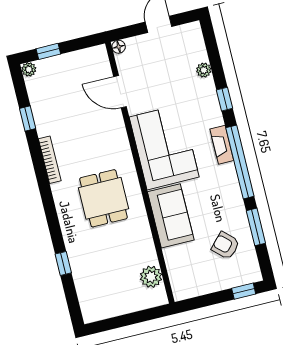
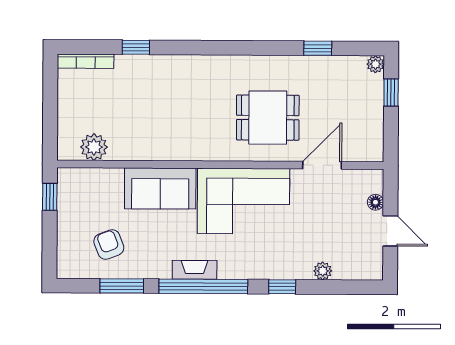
floor lamp: (119, 47) -> (375, 202), moved
fireplace: (222, 145) -> (195, 270), moved
bookcase: (50, 160) -> (86, 61), moved
dining table: (103, 198) -> (268, 118), moved
armchair: (225, 245) -> (109, 244), turned -64
window: (244, 291) -> (50, 197), moved

